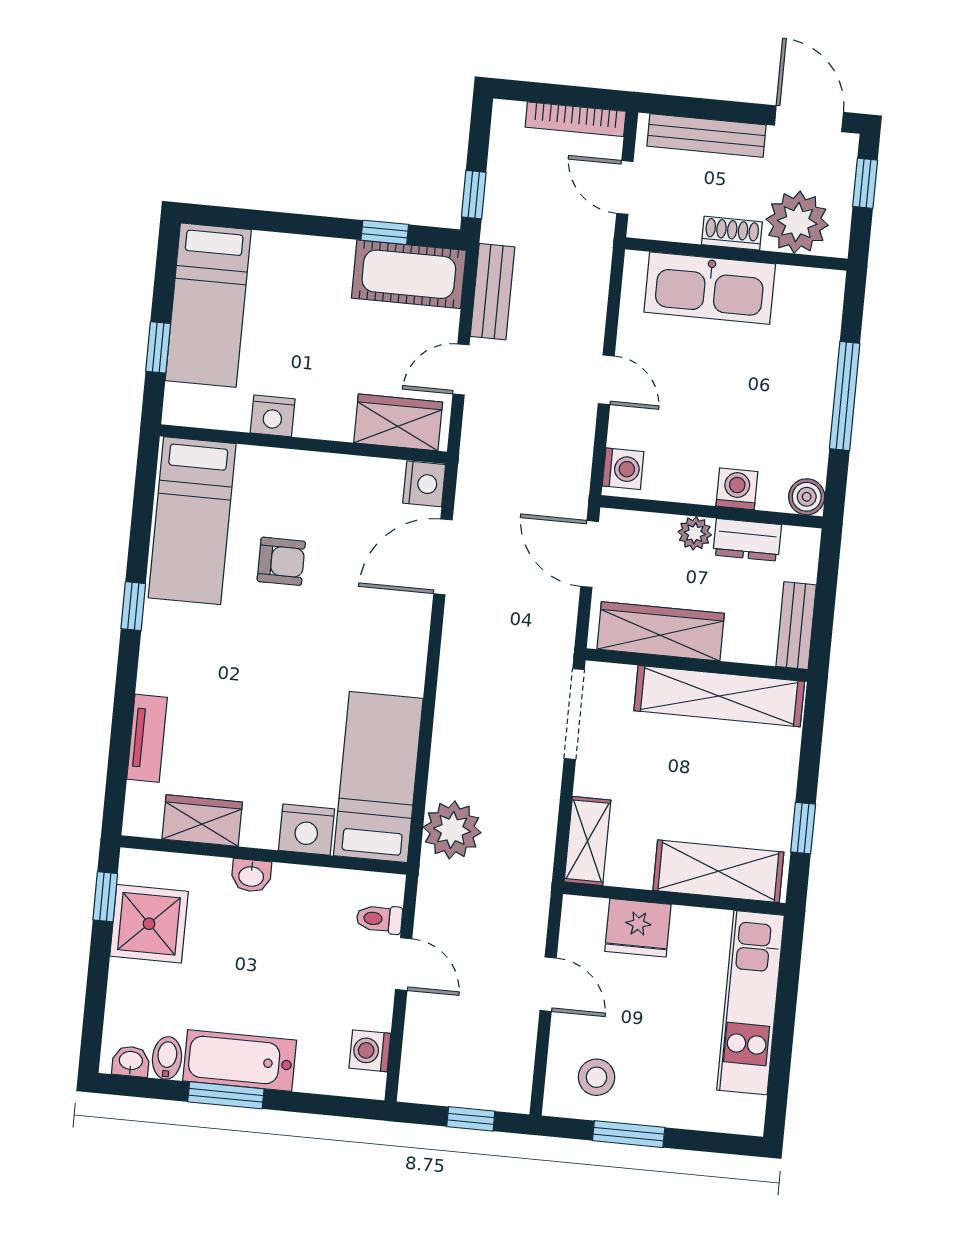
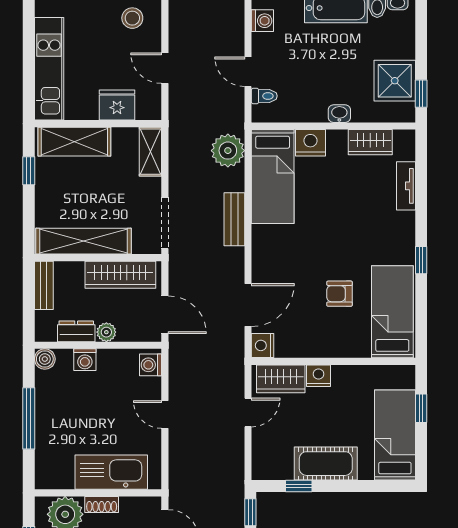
cot: (409, 274) -> (326, 464), moved
bench: (492, 292) -> (234, 219), moved
nightstand: (273, 416) -> (319, 376), moved

